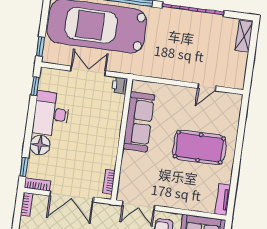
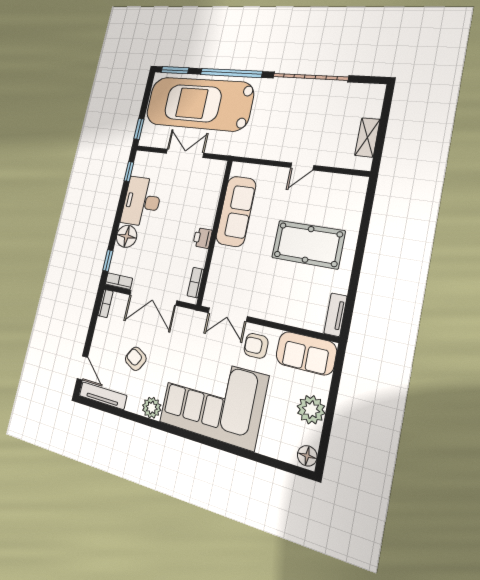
shelving: (244, 36) -> (367, 137), moved
printer: (120, 85) -> (203, 238), moved
door: (207, 87) -> (302, 167), moved

